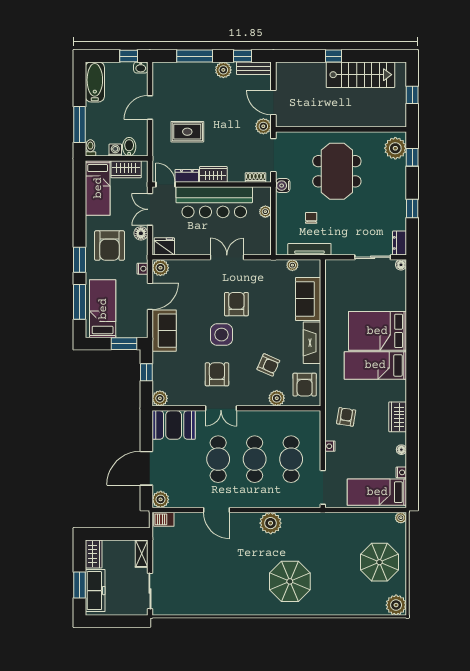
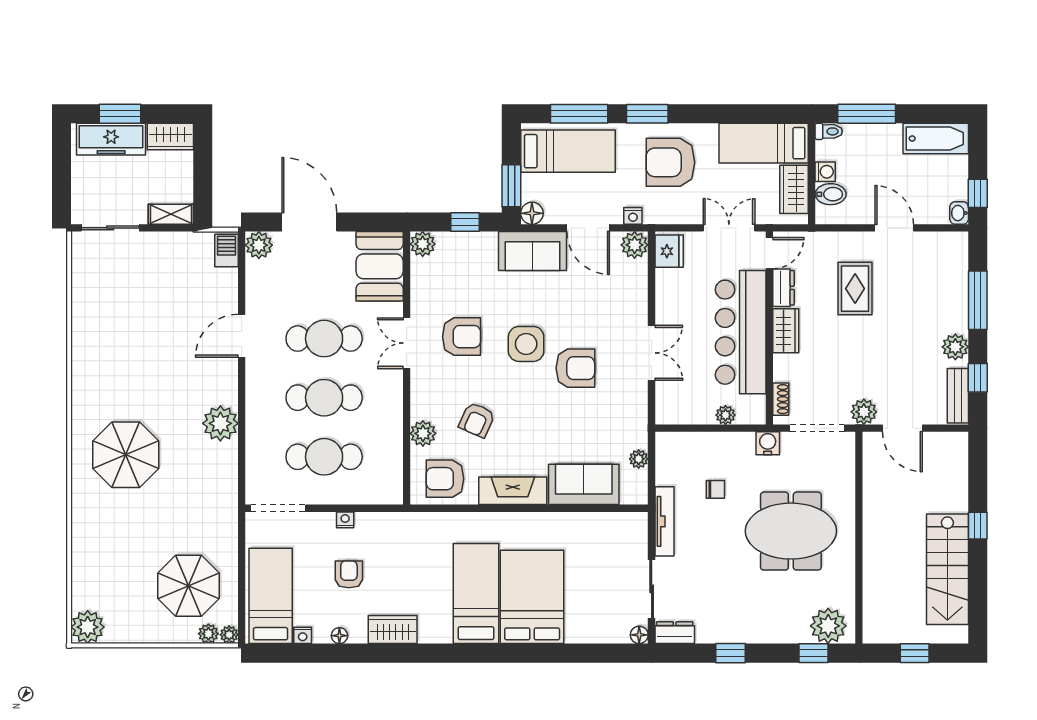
door: (273, 102) -> (902, 428), swing flipped
floor lamp: (141, 233) -> (532, 213), moved
tv unit: (309, 249) -> (664, 521), moved
armchair: (346, 417) -> (349, 574), moved, turned -99
plant: (400, 531) -> (208, 634), added
parasol: (379, 562) -> (189, 586), moved

